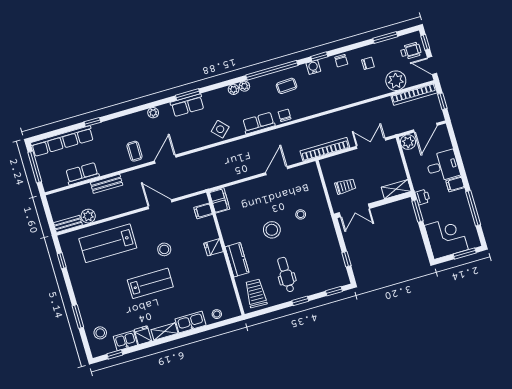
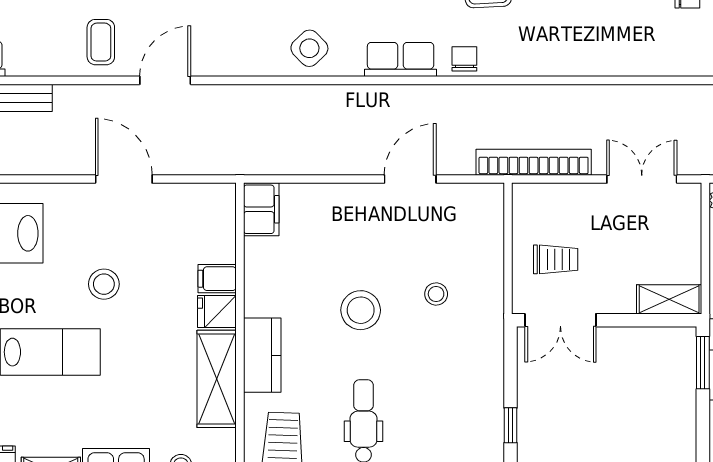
filing cabinet: (203, 211) -> (217, 279), moved
shelving: (221, 275) -> (217, 379), added

